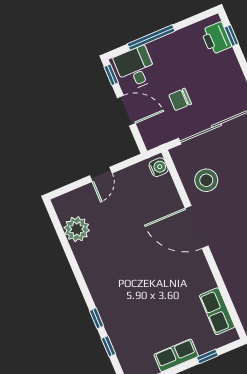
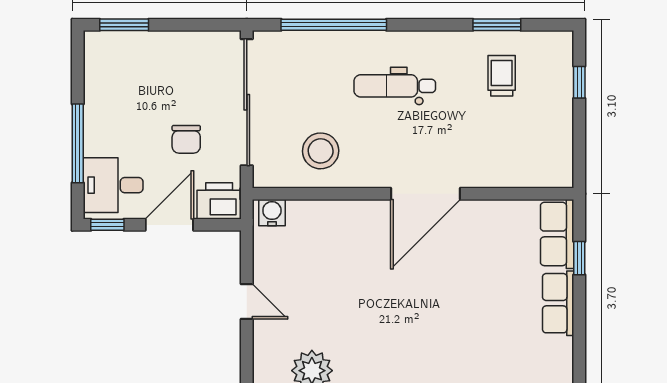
window: (231, 35) -> (124, 25), width x1.50
printer: (216, 38) -> (219, 201), moved, turned 180
door: (197, 227) -> (425, 194), moved
row of seats: (217, 311) -> (557, 234), moved, turned 90

